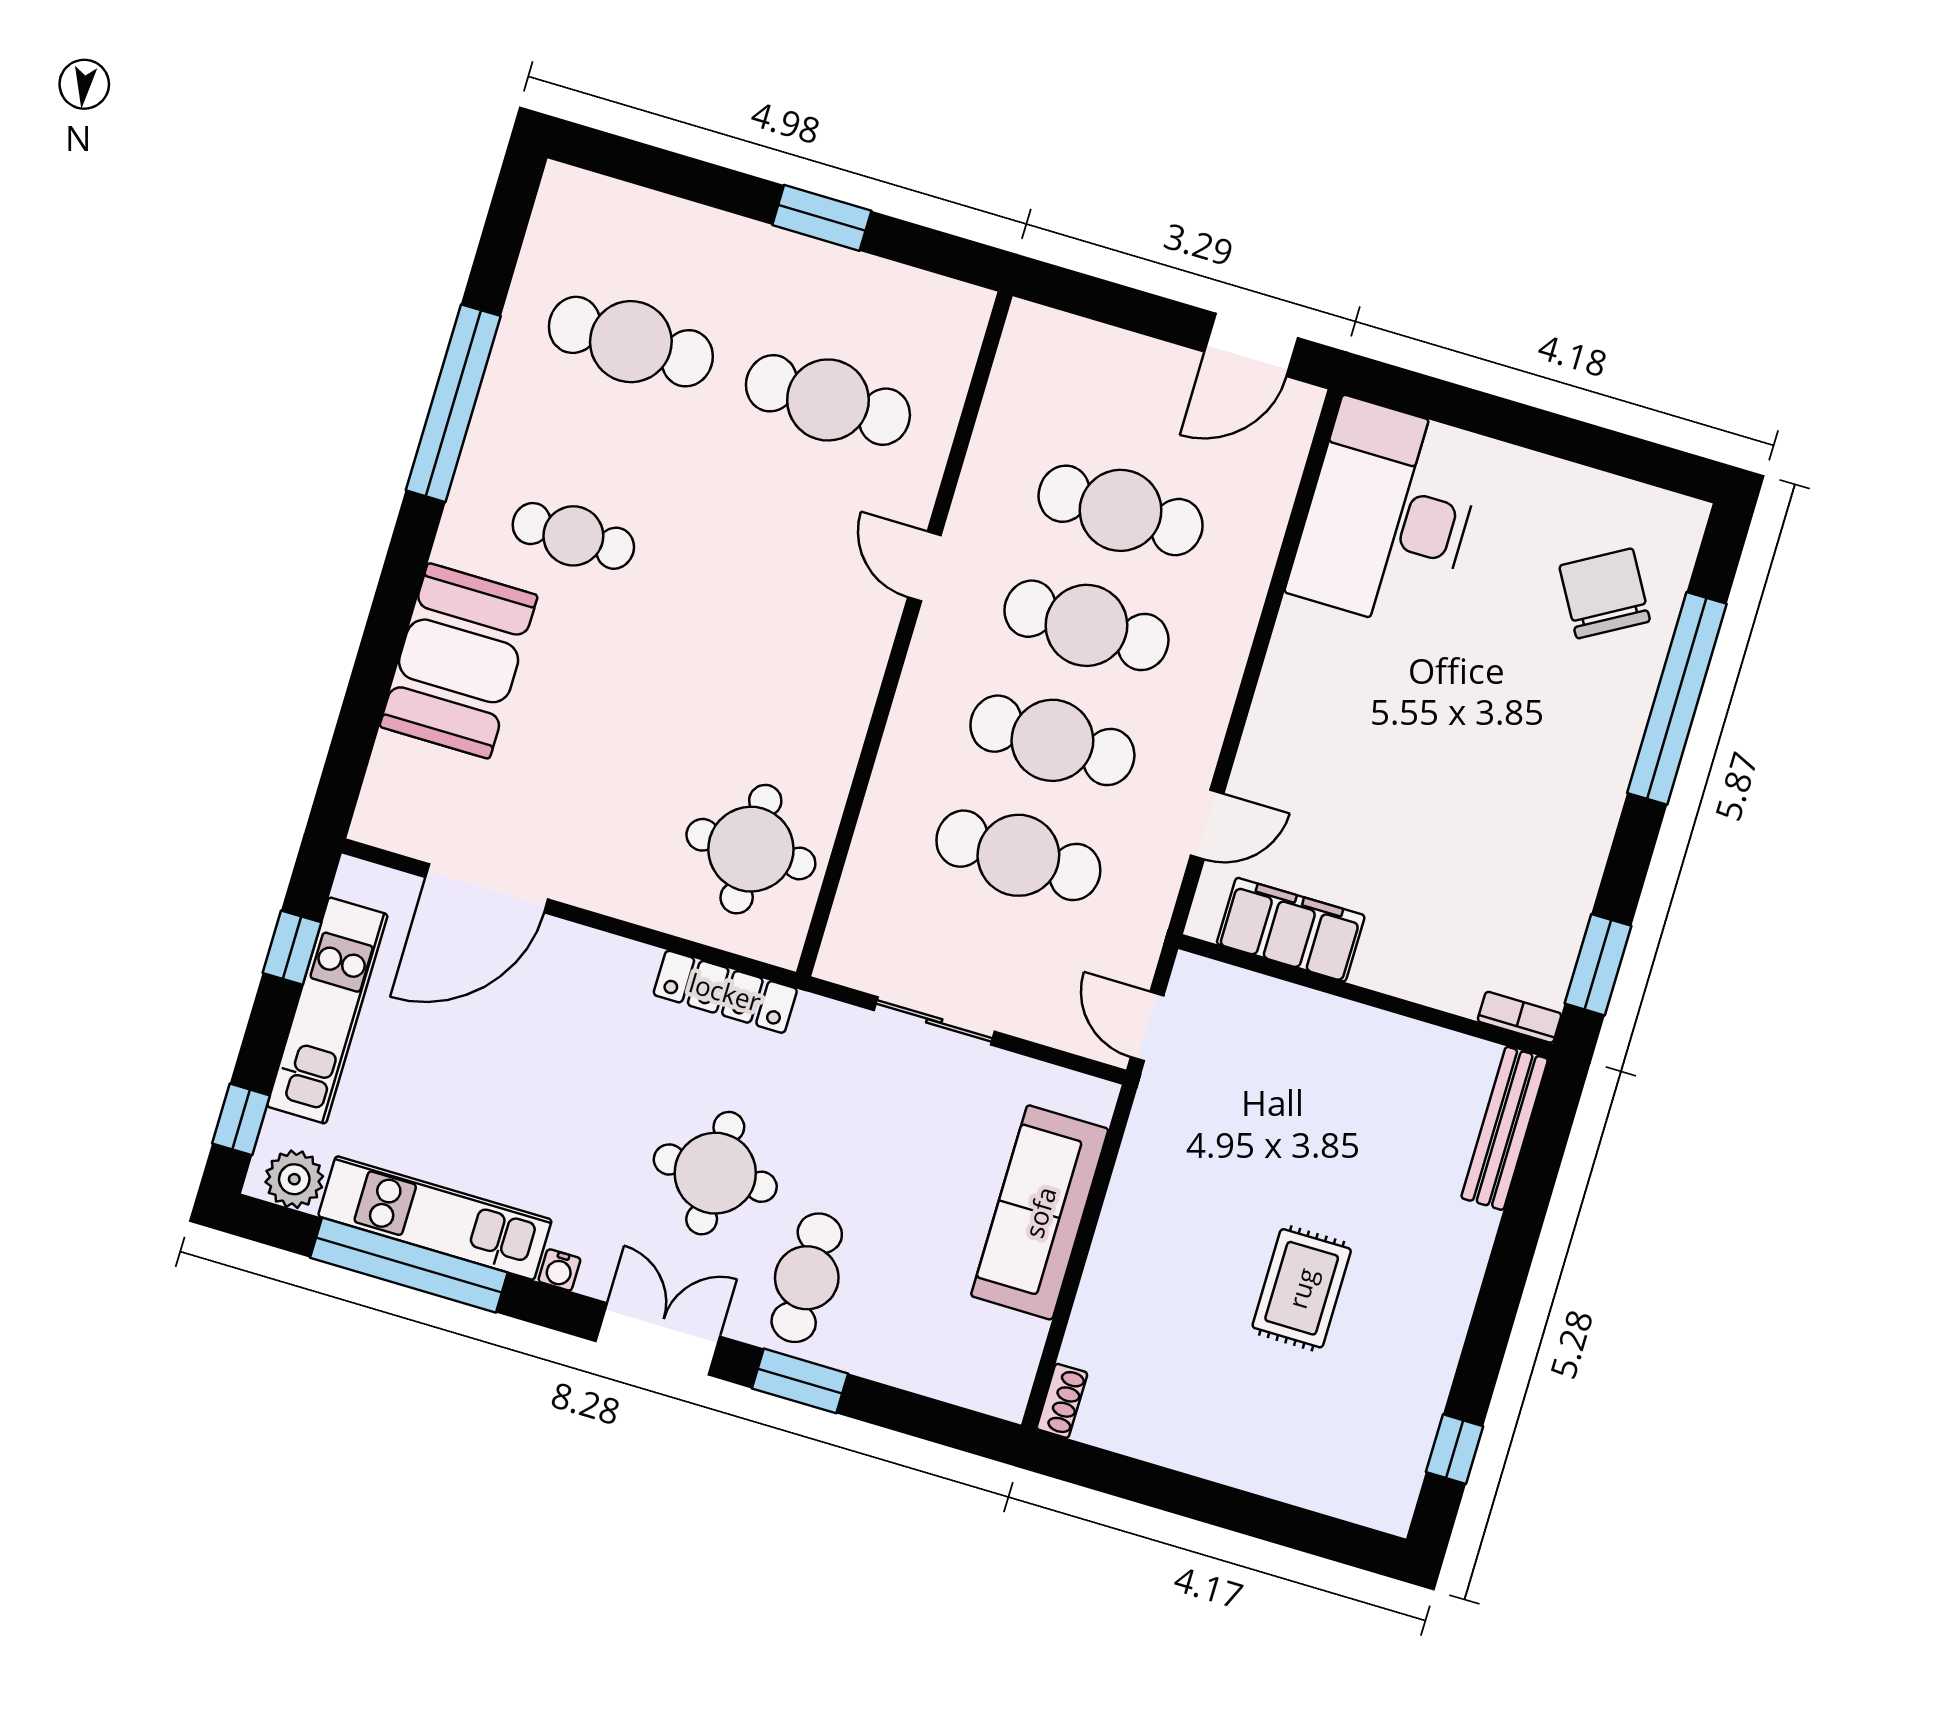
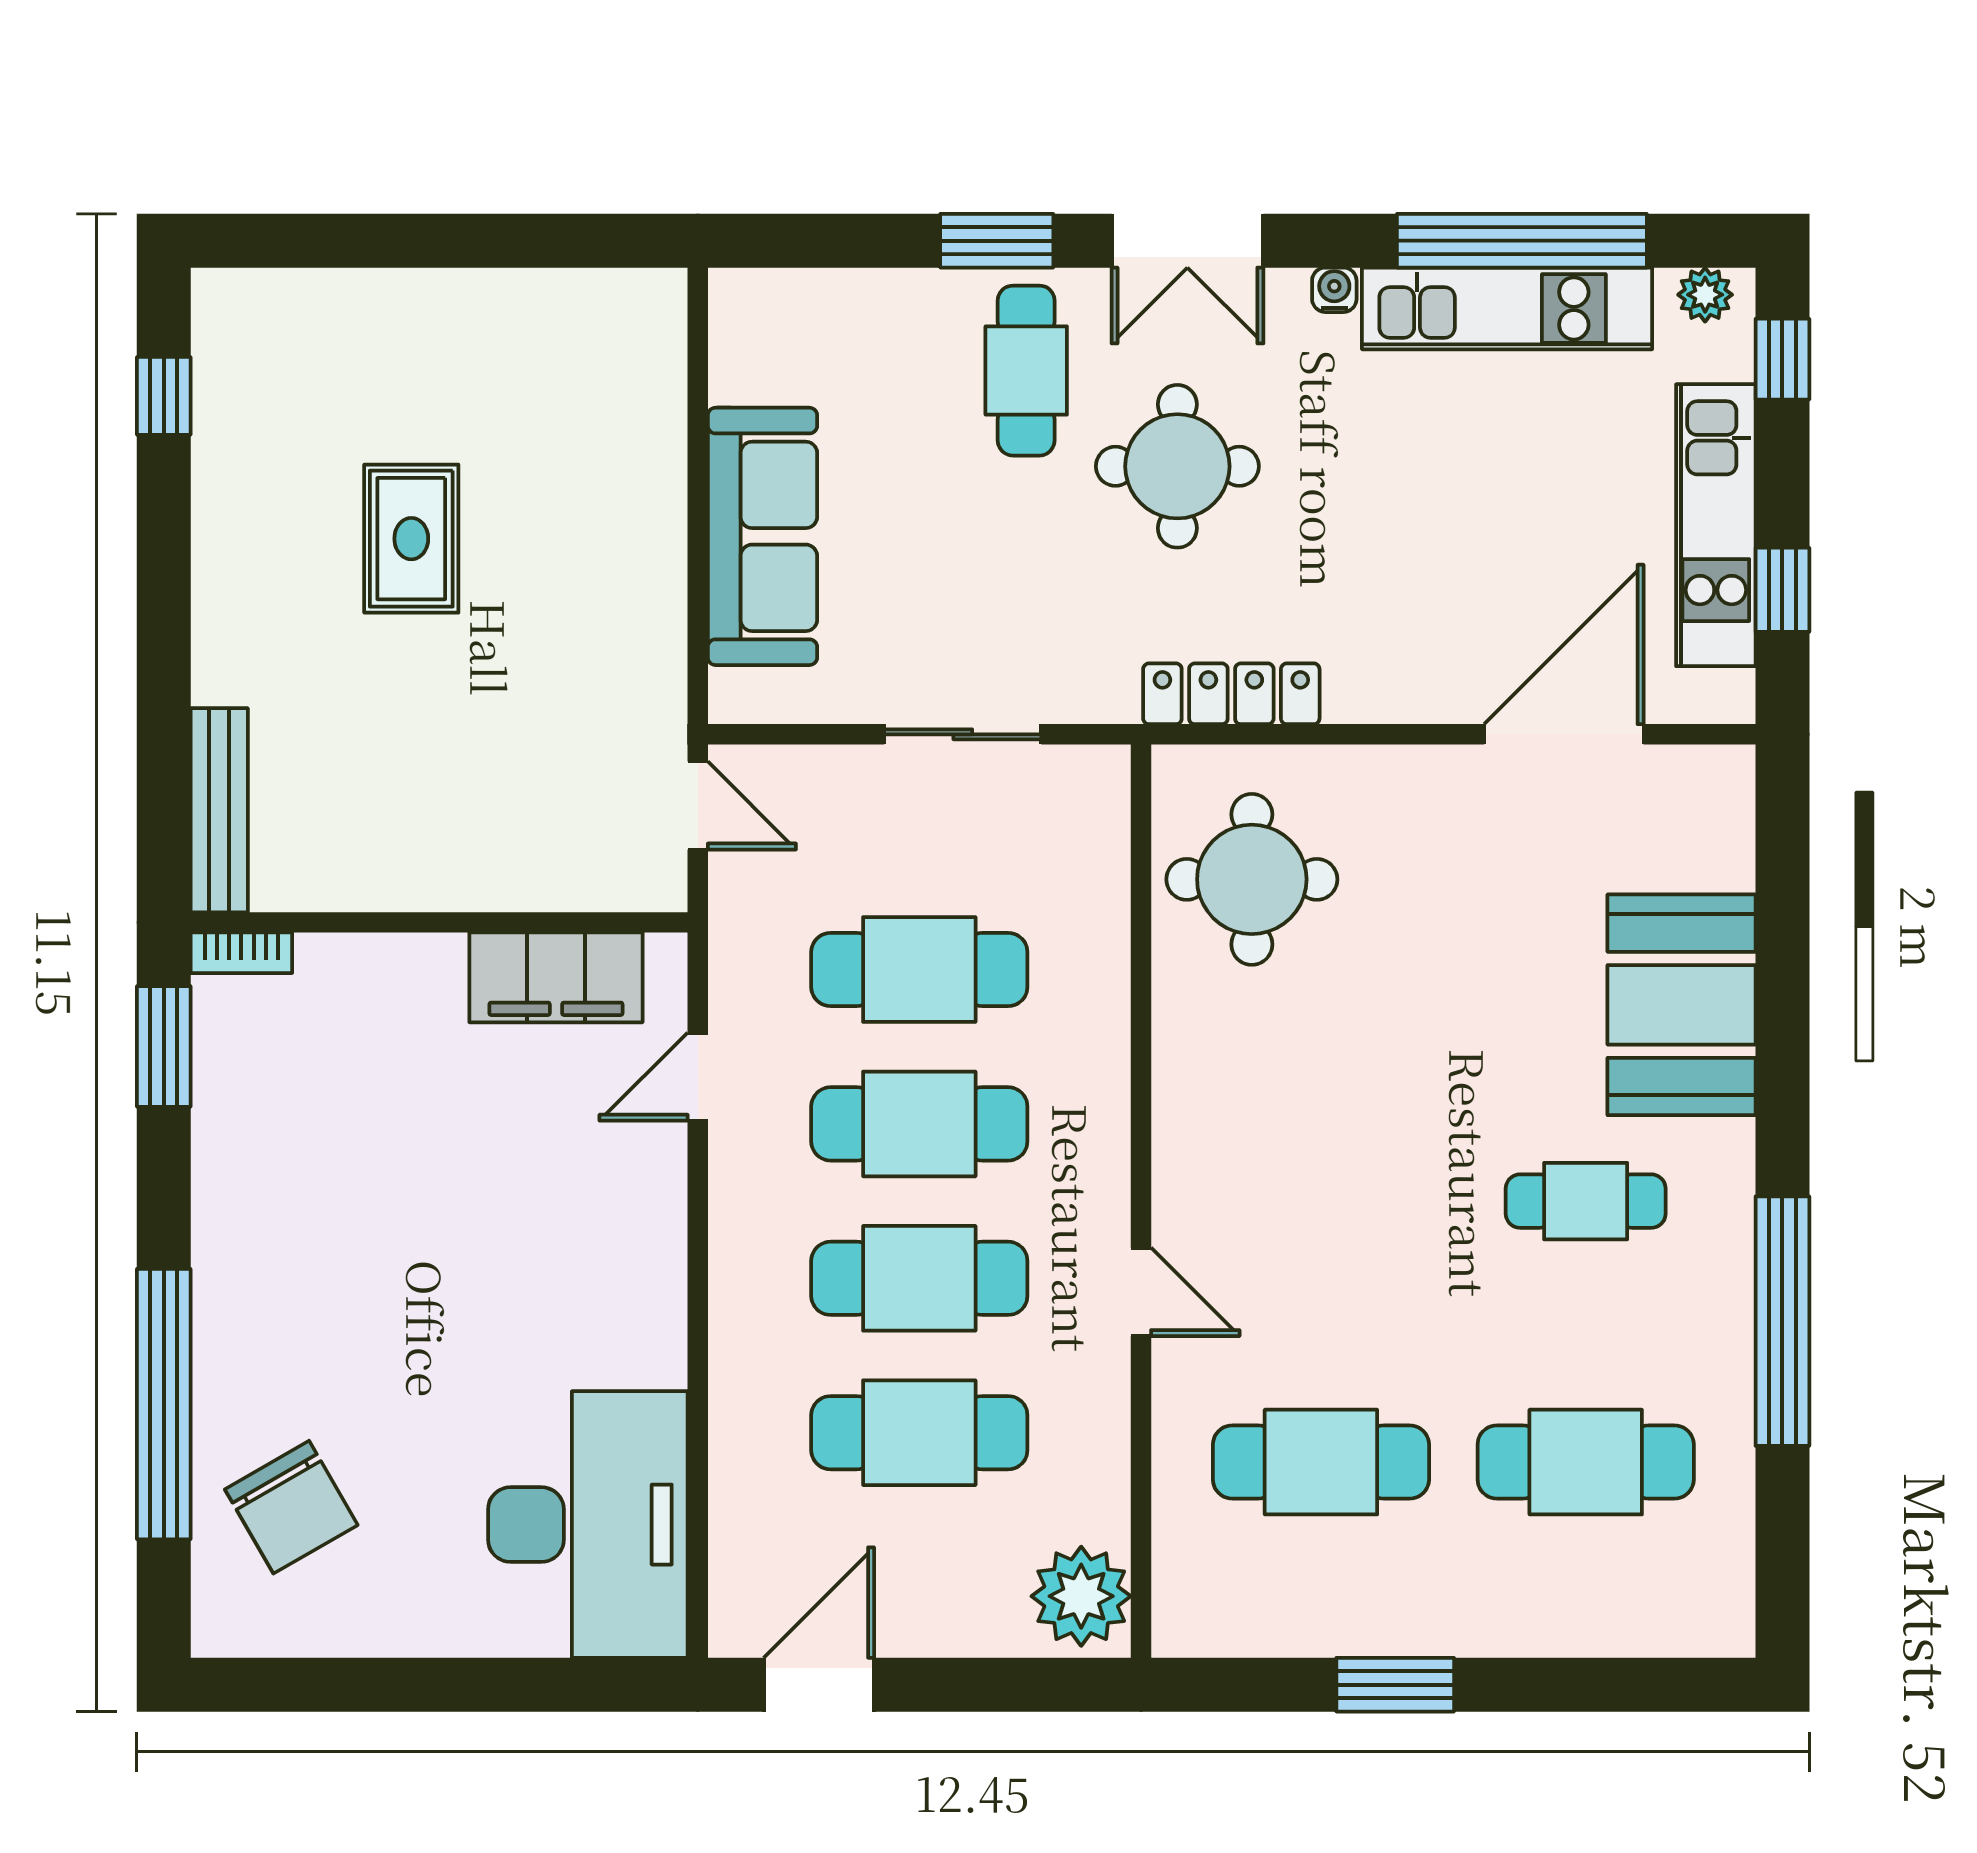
plant: (1036, 353) -> (1081, 1596), added
plant: (294, 1179) -> (1705, 295), width x0.73, depth x0.73
shoe rack: (1062, 1401) -> (666, 312), removed

